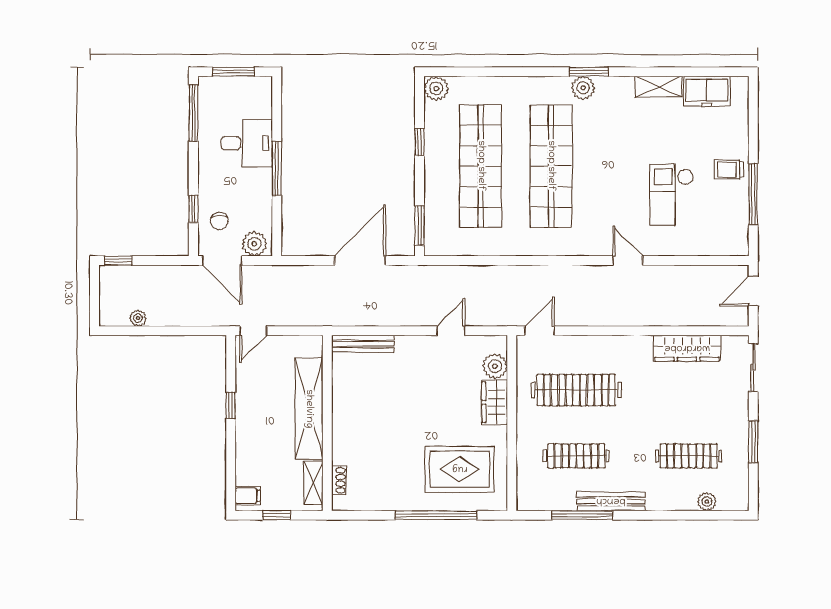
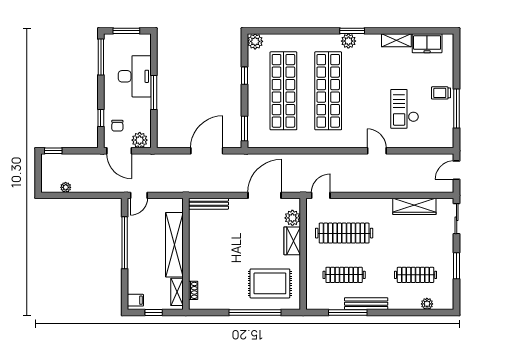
desk: (247, 143) -> (135, 76), width x1.37
door: (451, 331) -> (265, 195), width x1.88
window: (231, 405) -> (125, 243), width x3.17

